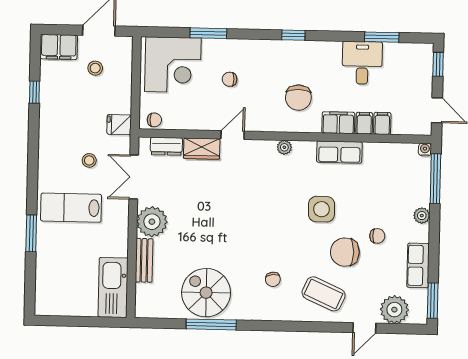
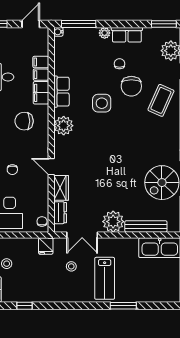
chair: (298, 98) -> (24, 121), turned 180
plant: (284, 147) -> (64, 126), width x1.88, depth x1.88
bench: (144, 260) -> (146, 226), width x1.36
row of seats: (418, 265) -> (127, 35), moved
chair: (273, 279) -> (152, 136), removed

